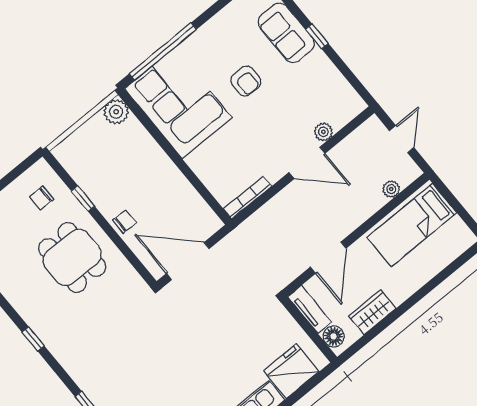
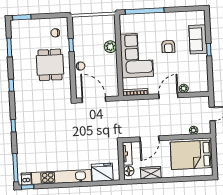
corner sofa: (178, 103) -> (137, 55), moved
plant: (116, 112) -> (110, 47), moved
door: (307, 163) -> (168, 96), swing flipped
bed: (412, 225) -> (191, 155), width x1.50

